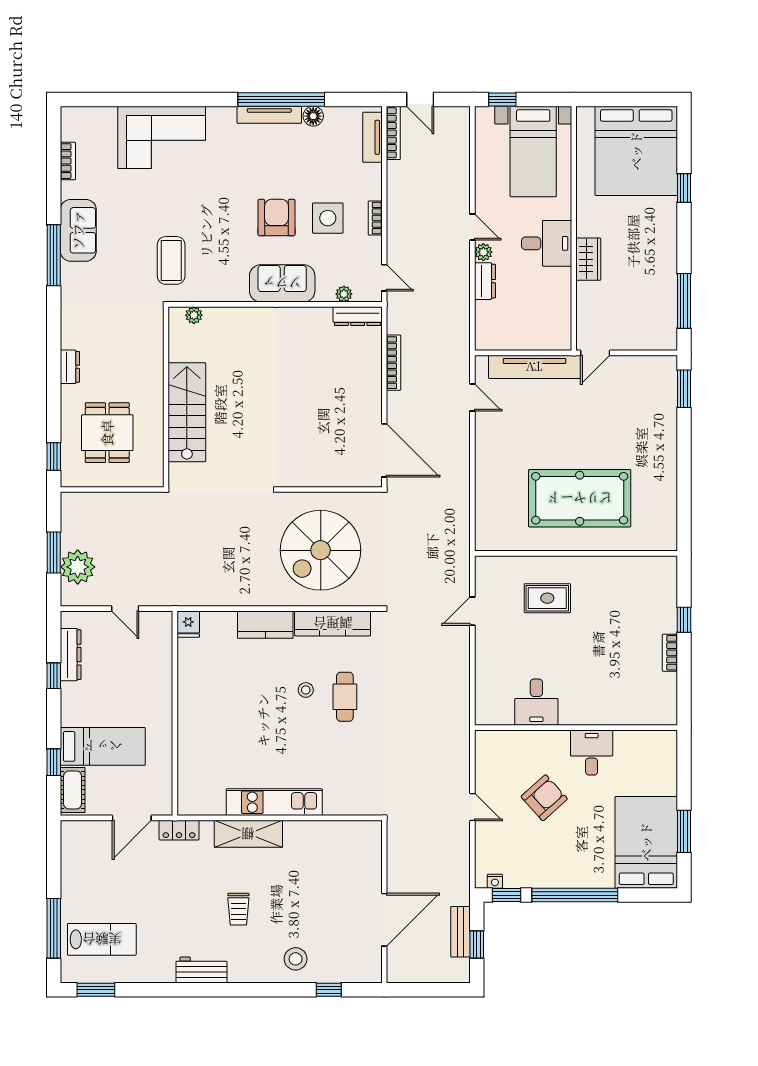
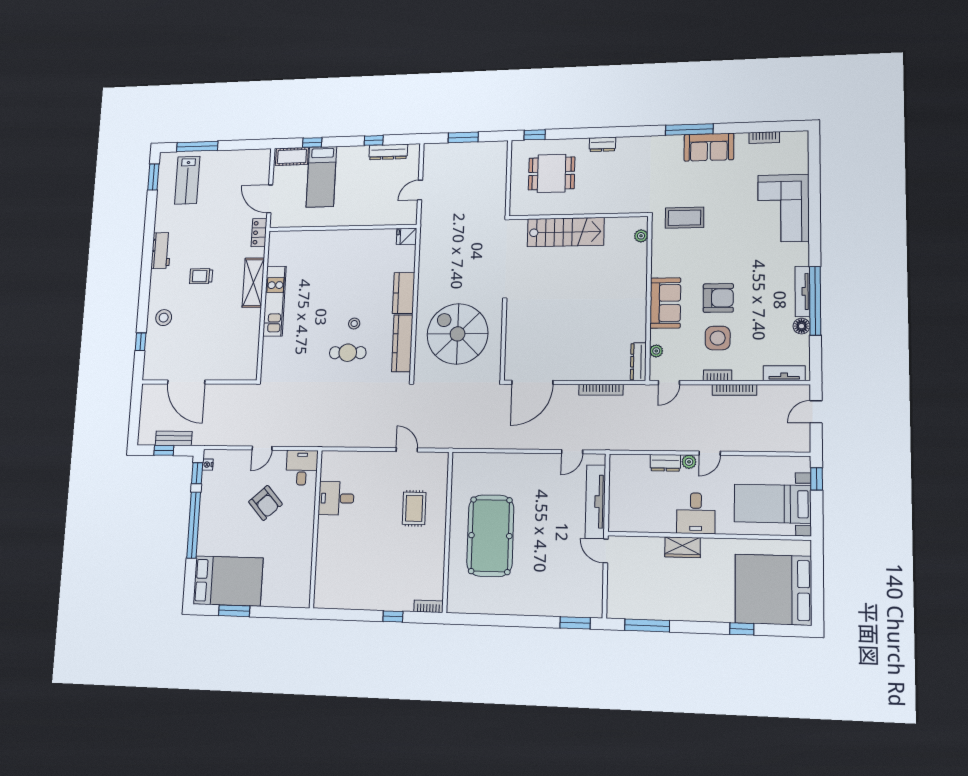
bookcase: (393, 133) -> (734, 390), moved
plant: (78, 567) -> (452, 155), removed
bookcase: (670, 653) -> (429, 606), moved
desk: (592, 752) -> (302, 468), moved, turned -90

